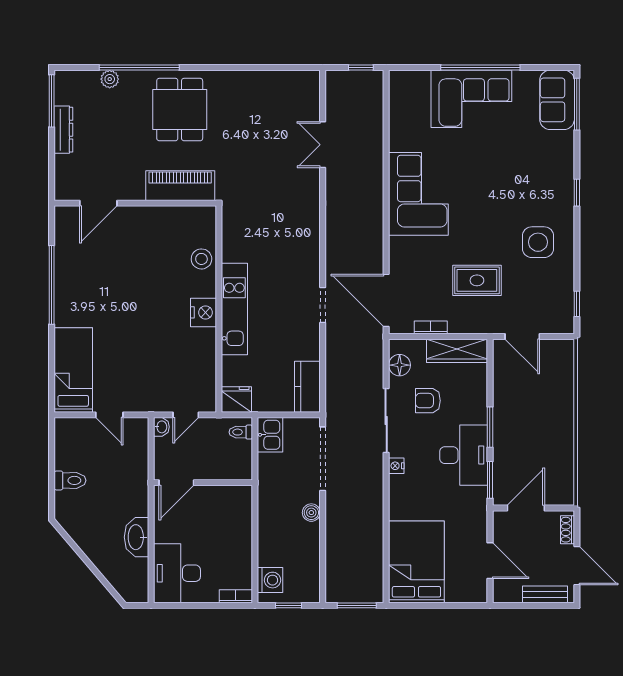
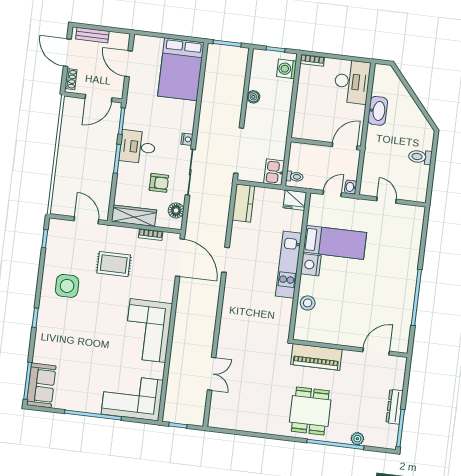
corner sofa: (471, 99) -> (132, 397), moved
bed: (73, 370) -> (335, 242), moved, turned -90
desk: (464, 455) -> (138, 147), width x0.73
boiler: (311, 513) -> (253, 97), moved

